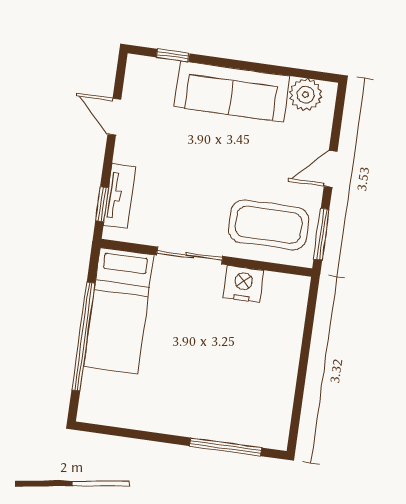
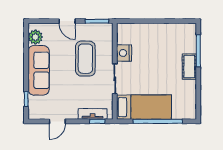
coffee table: (269, 225) -> (85, 59), moved
cot: (194, 422) -> (189, 67), added

